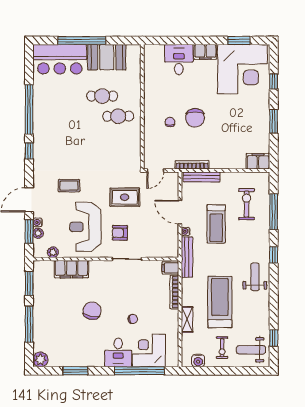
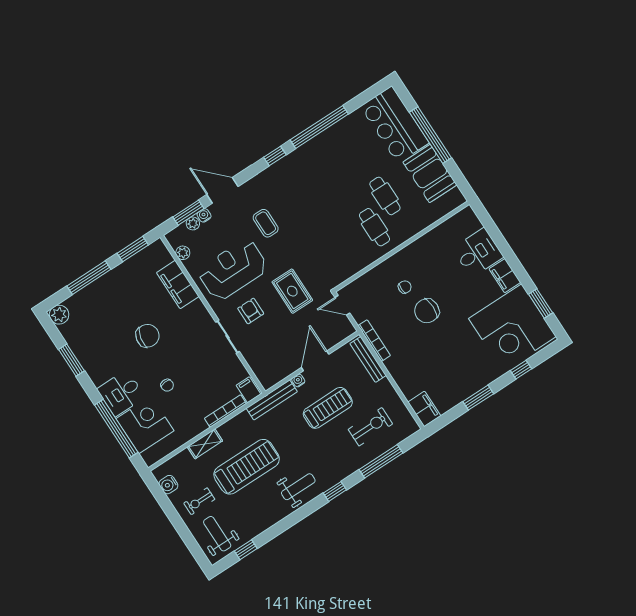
treadmill: (216, 224) -> (328, 408), turned 180

